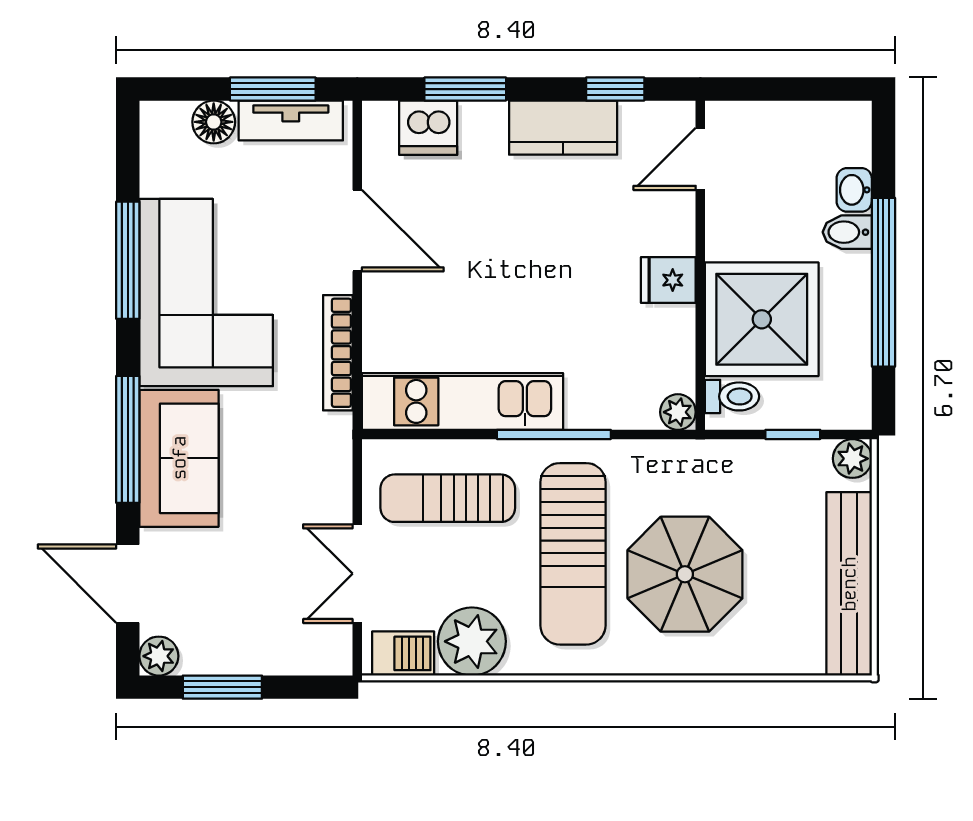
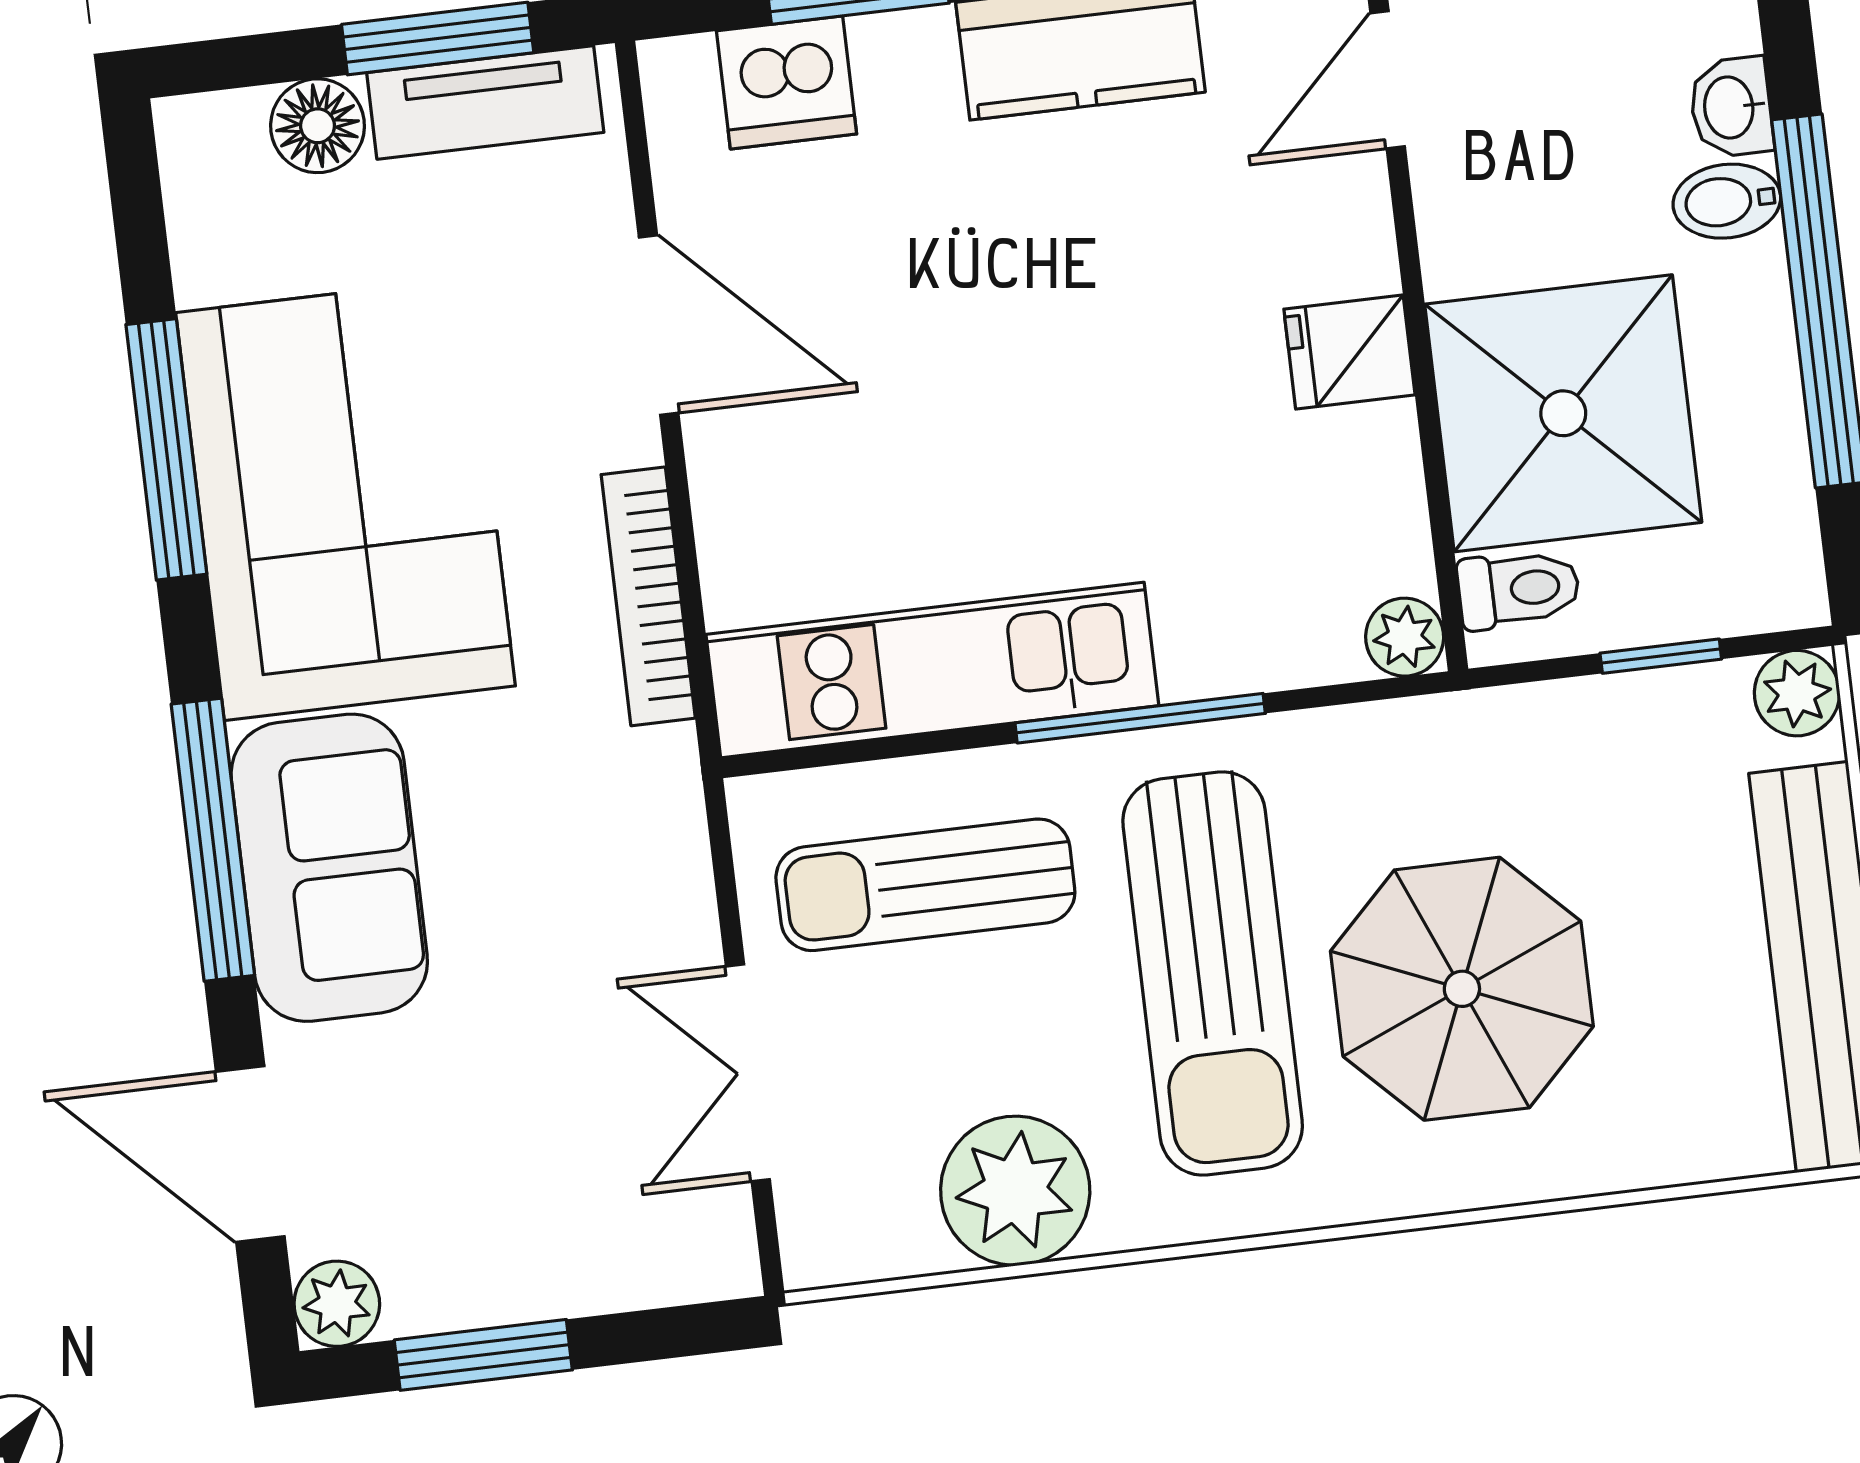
barbecue: (403, 653) -> (868, 1235), removed

